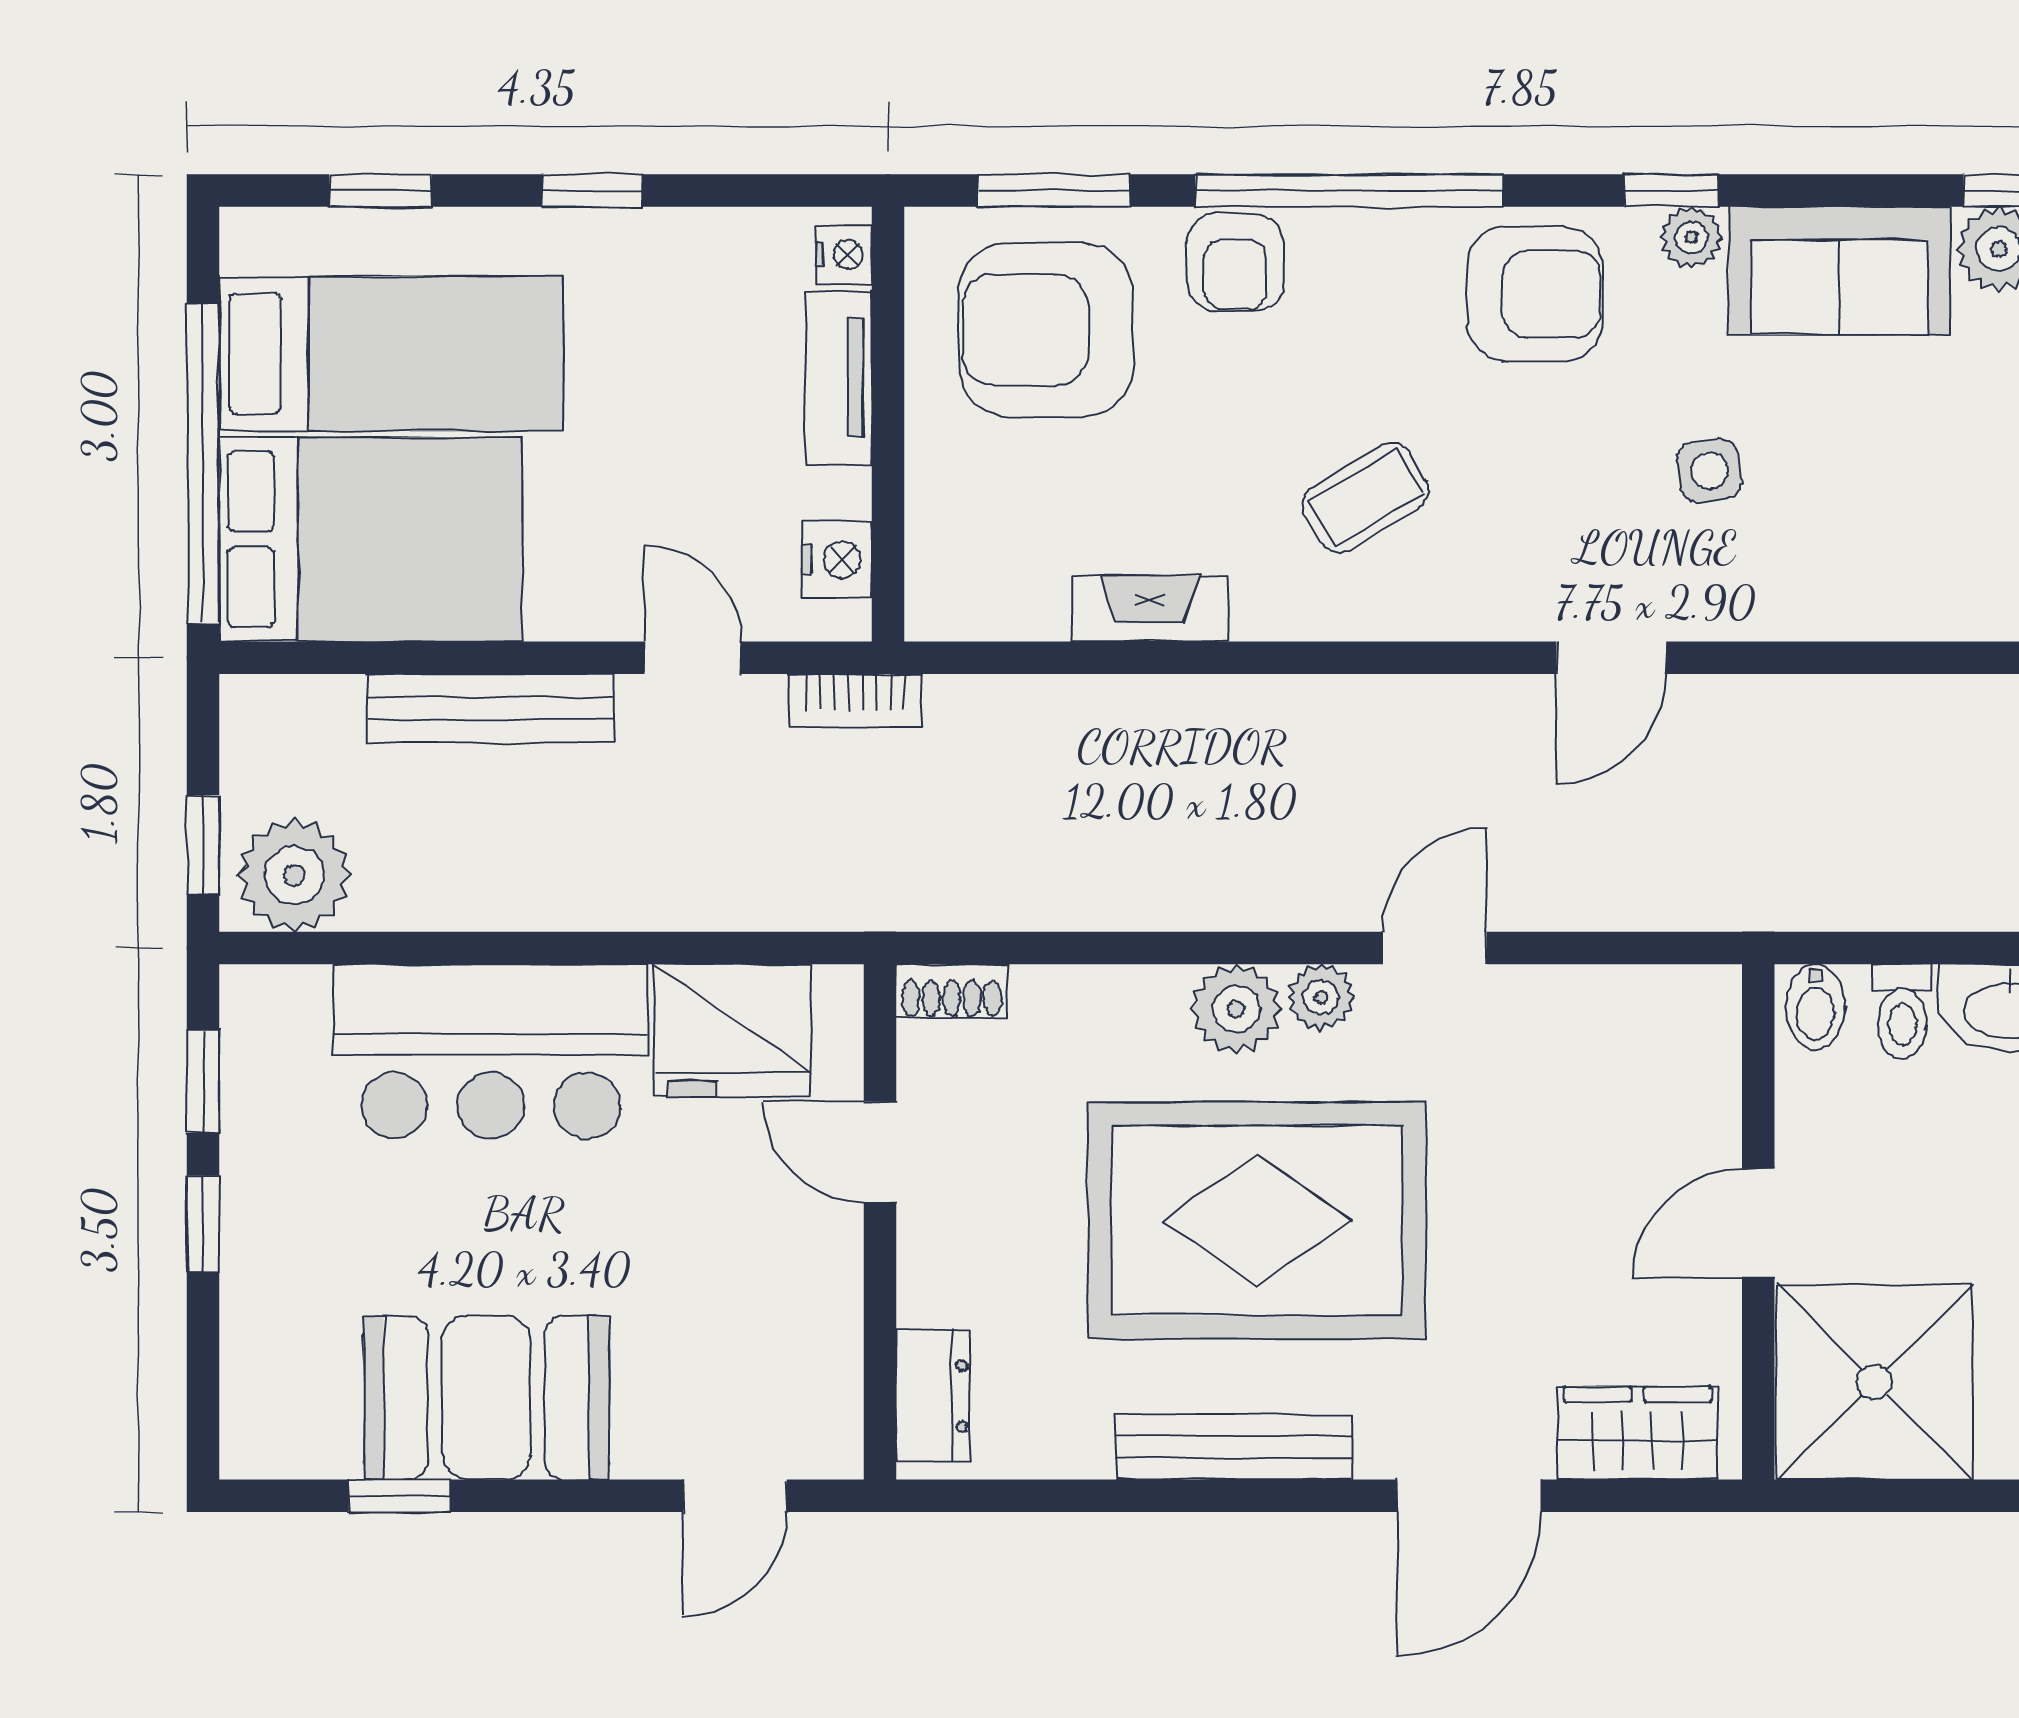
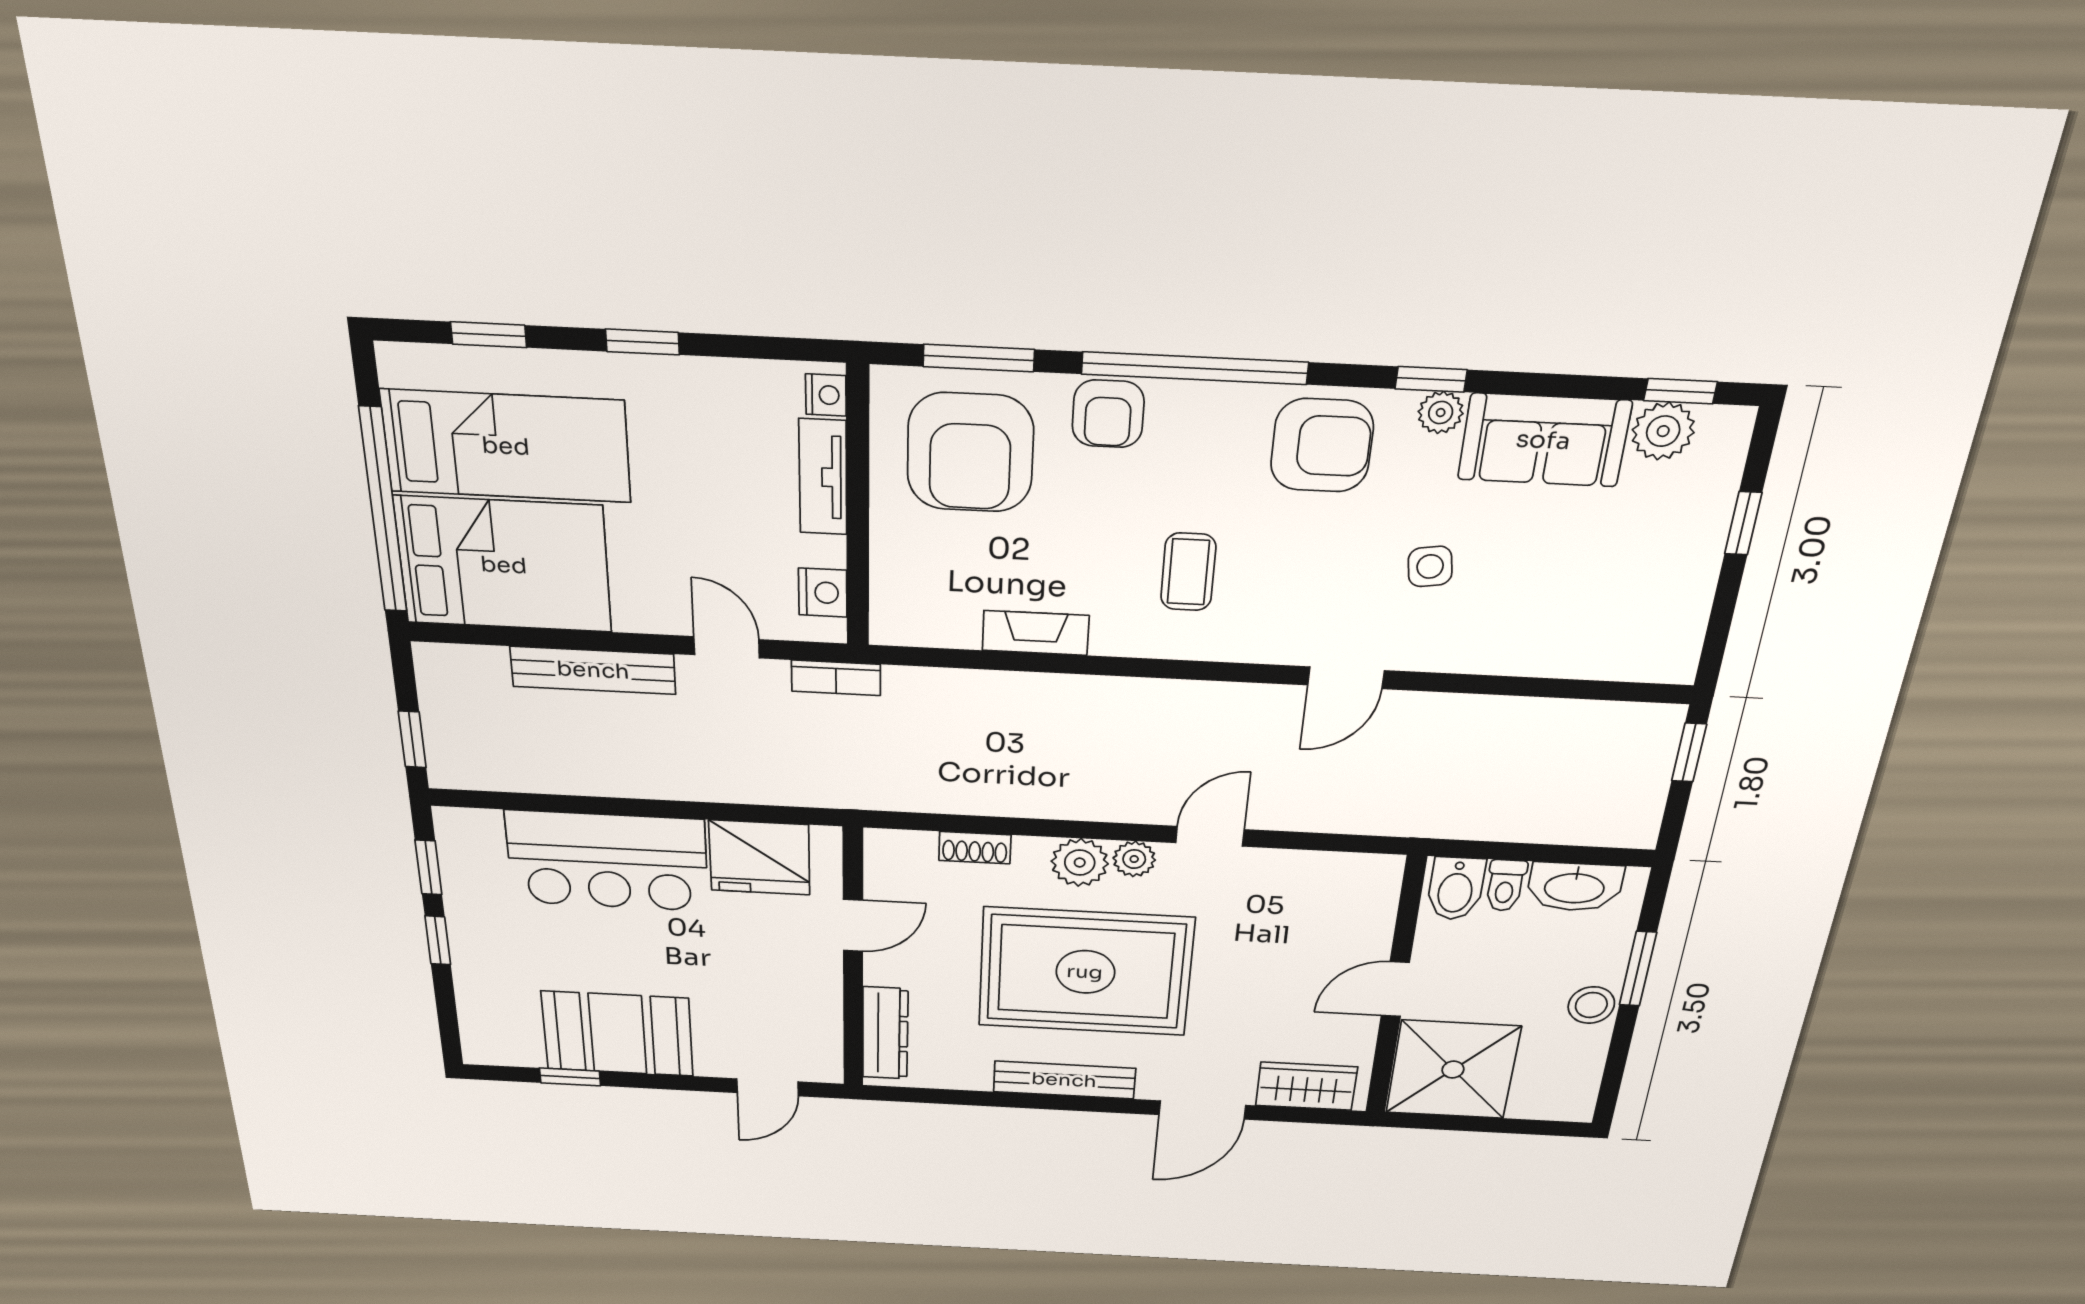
armchair: (1046, 330) -> (970, 453), turned -90
coffee table: (1365, 498) -> (1188, 572), turned -59
plant: (294, 875) -> (473, 759), removed
shoe rack: (952, 991) -> (975, 848), moved
bidet: (1815, 1007) -> (1456, 889), width x1.38, depth x1.36
door: (880, 1152) -> (853, 925), swing flipped
dresser: (933, 1396) -> (885, 1033), width x1.44

